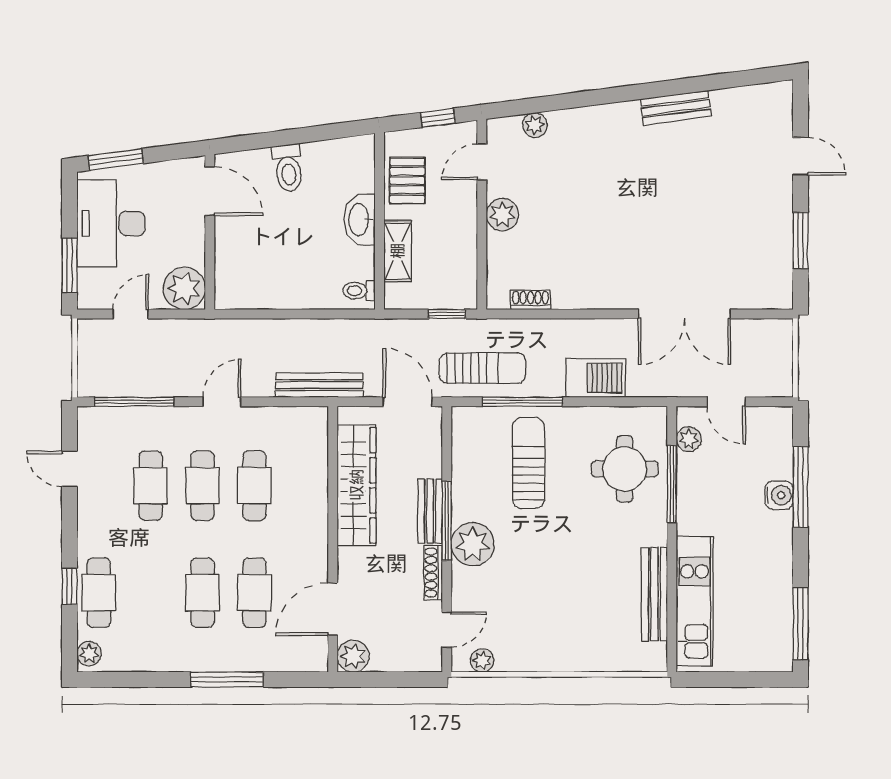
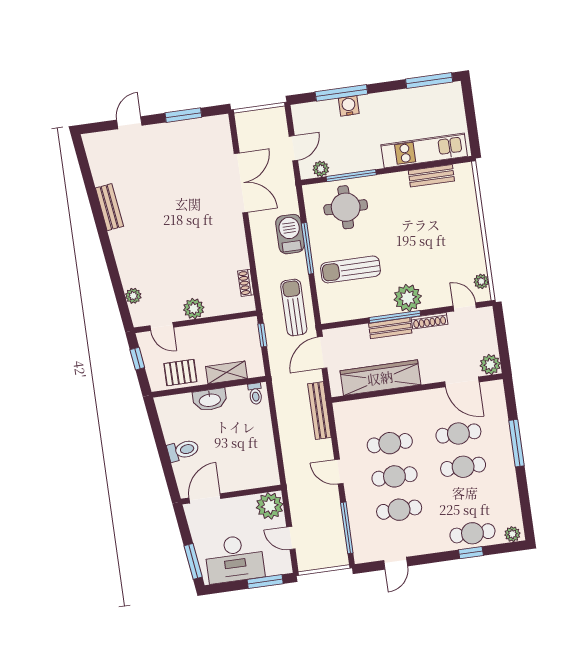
window: (523, 402) -> (308, 248), moved
bench: (654, 594) -> (431, 176), width x0.73

